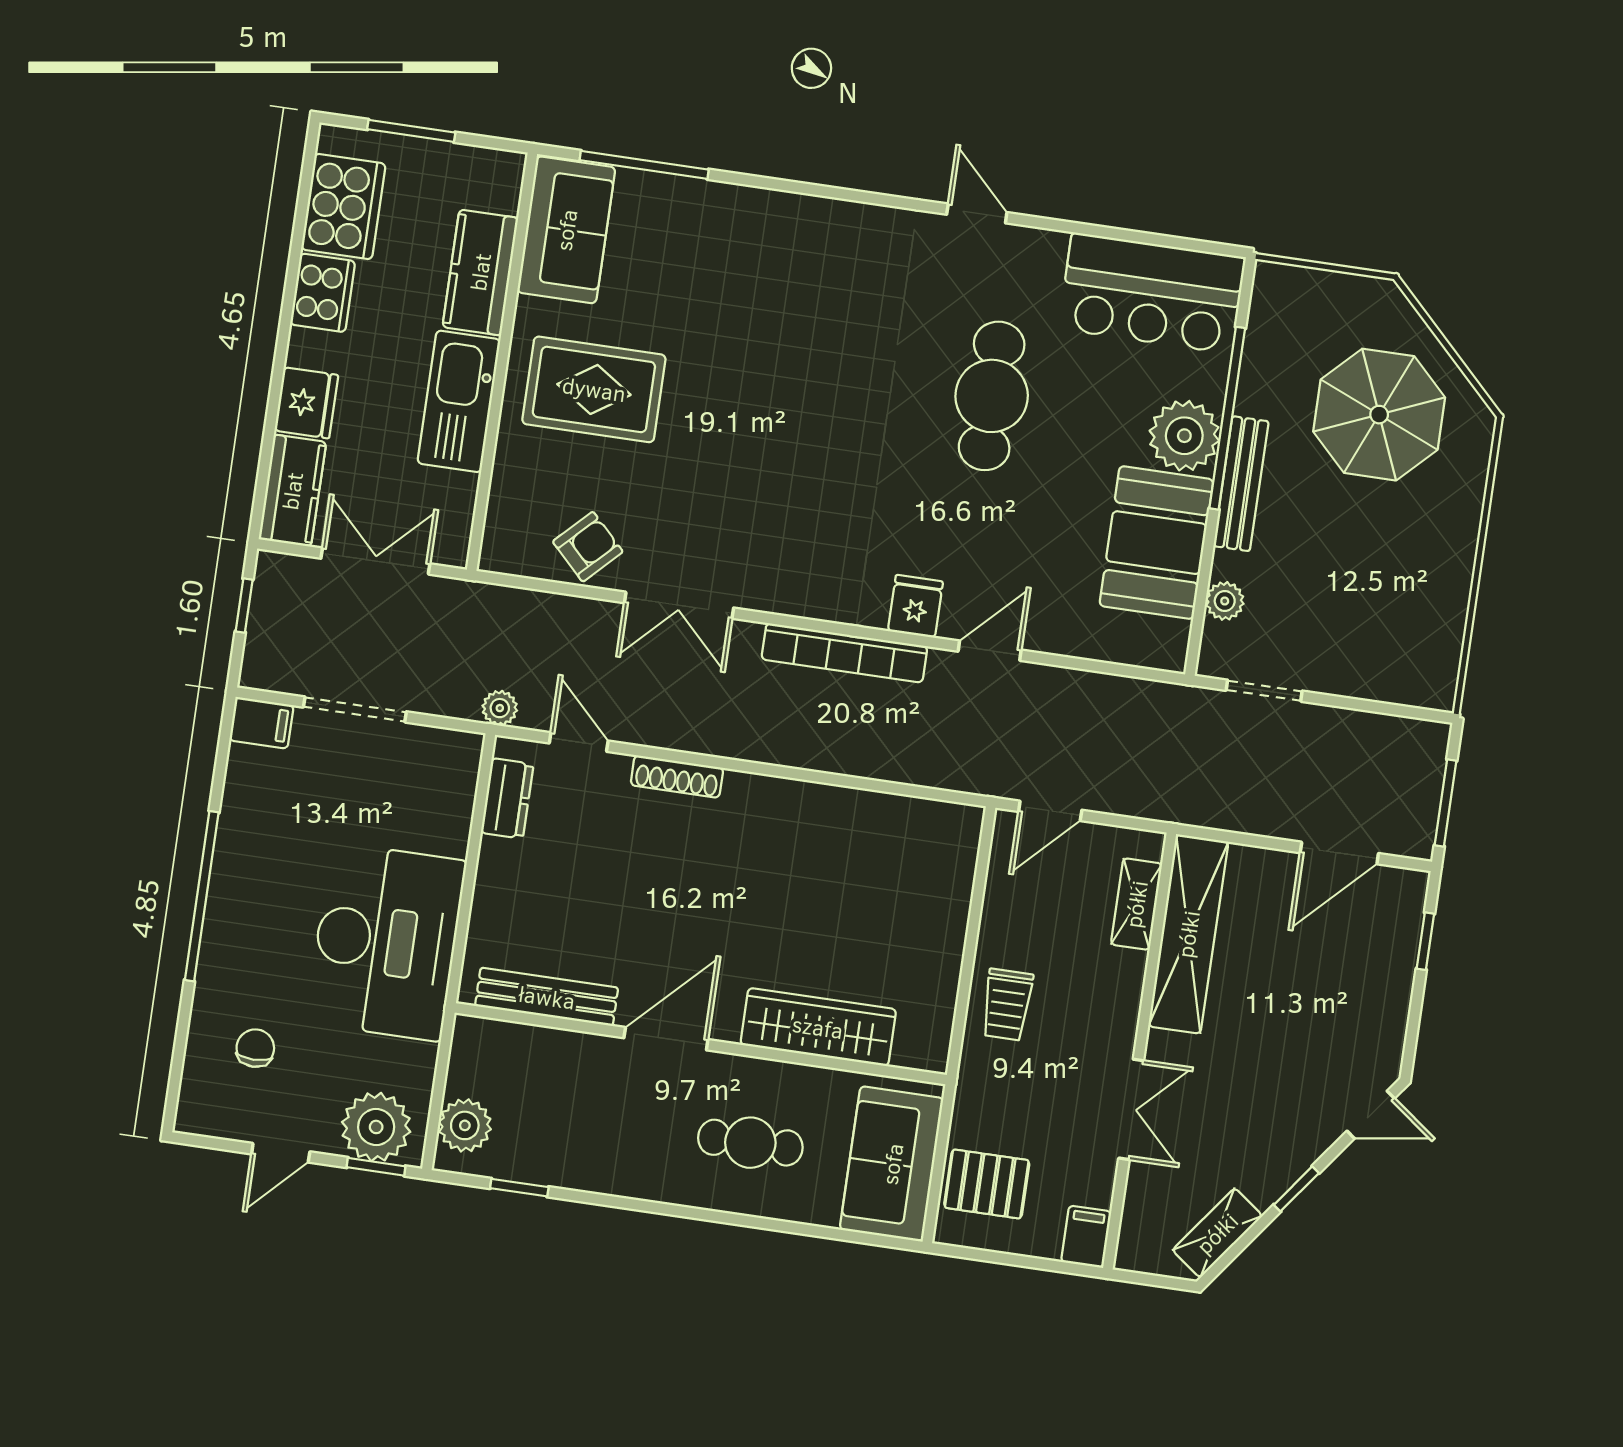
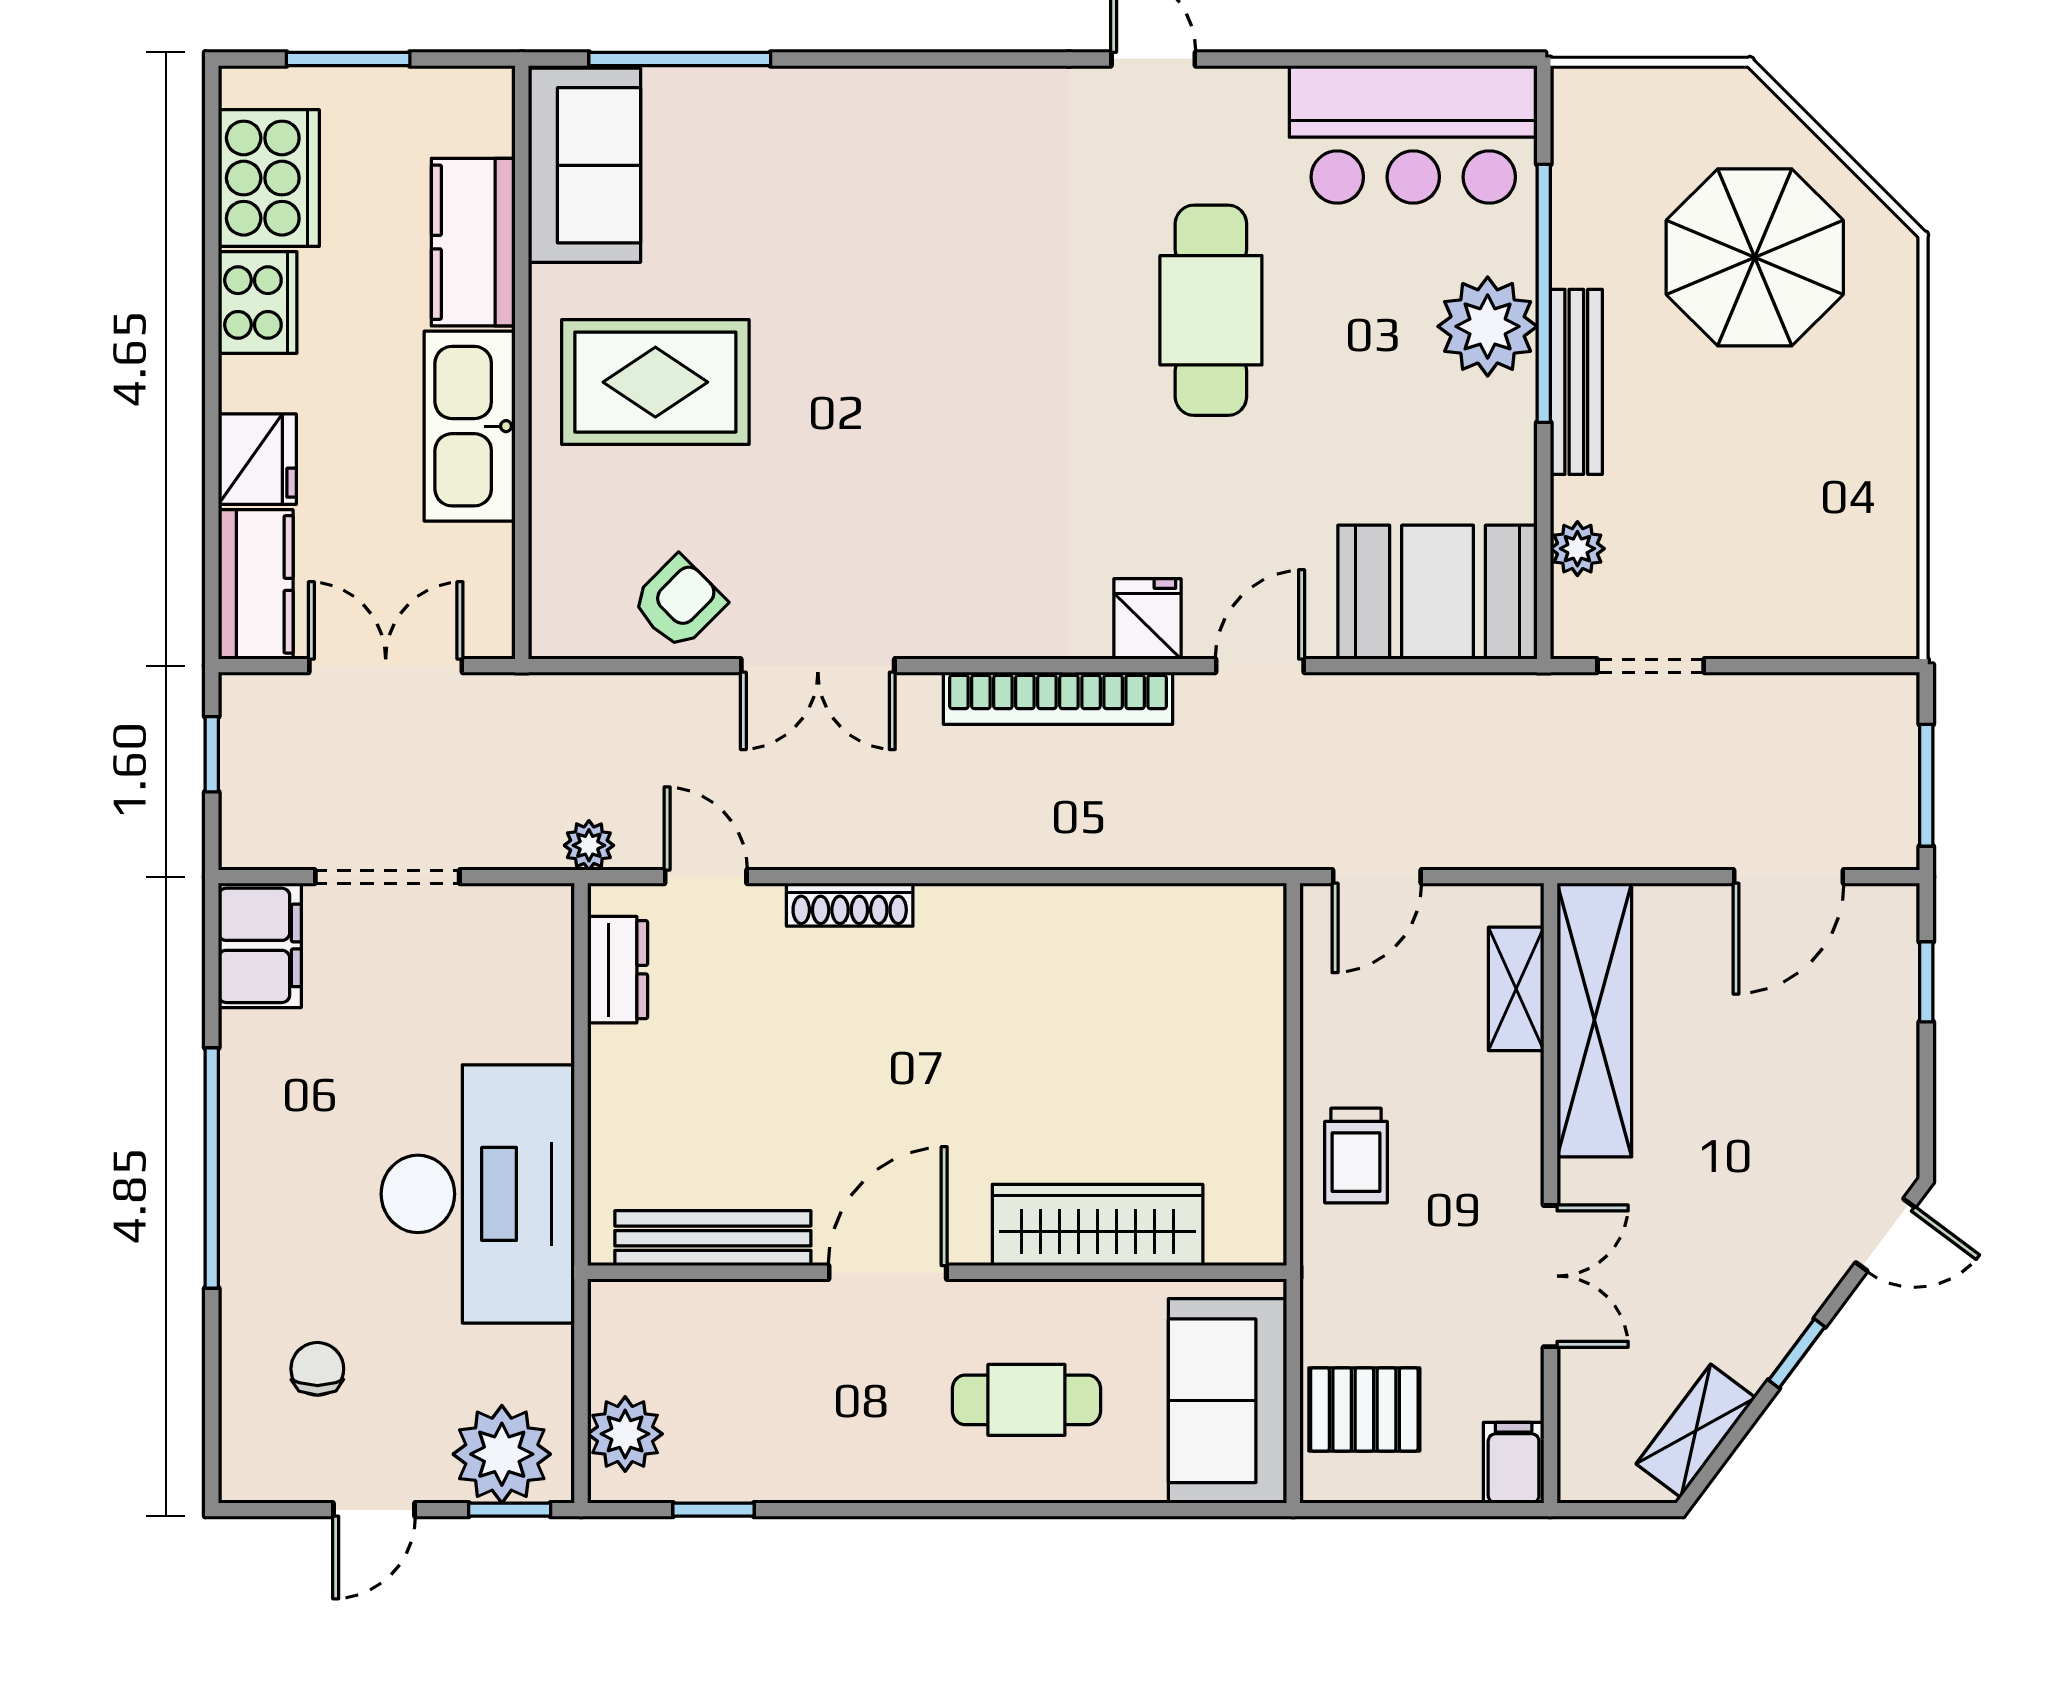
booth: (1156, 543) -> (1438, 592), moved, turned 90
filing cabinet: (261, 723) -> (260, 945), width x2.00

